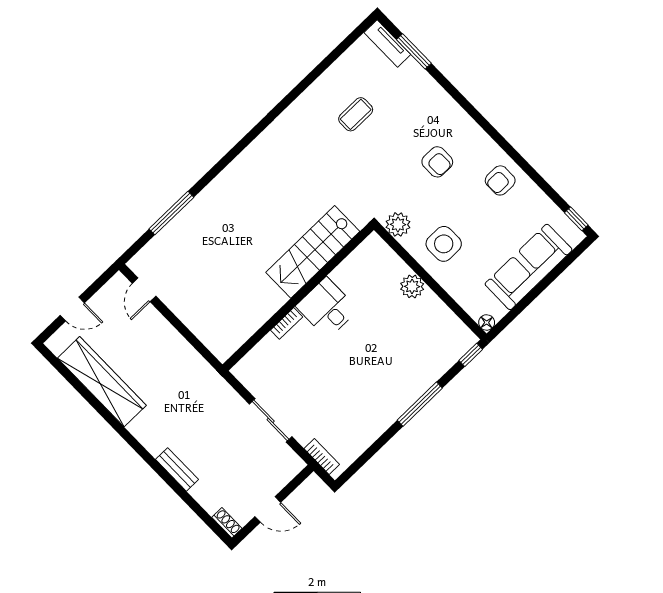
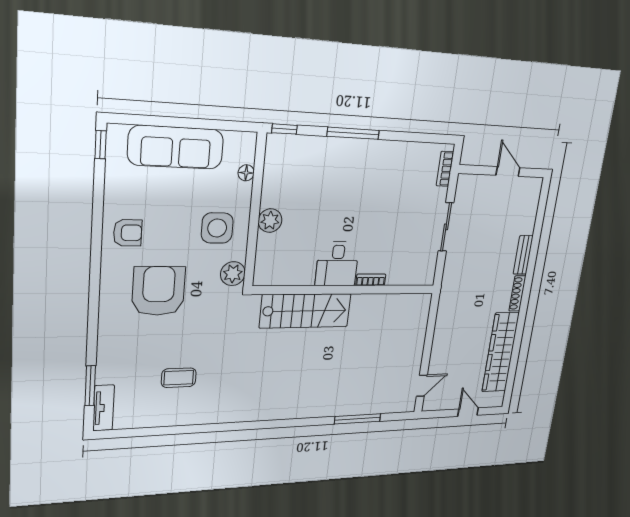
armchair: (437, 162) -> (159, 291), width x1.88, depth x1.88
floor lamp: (487, 322) -> (246, 173), moved
shoe rack: (227, 523) -> (517, 293), moved, width x1.43

